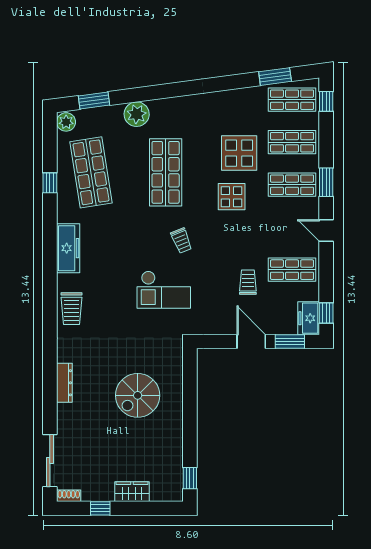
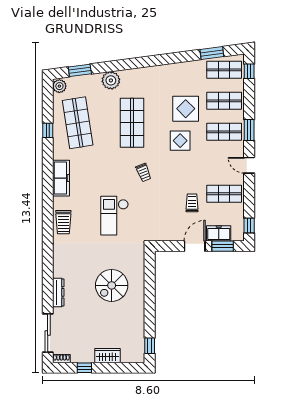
checkout: (164, 290) -> (114, 216), moved, turned 90
freezer: (309, 318) -> (219, 233), moved, turned 90
door: (251, 342) -> (195, 246), hinge flipped
dresser: (64, 383) -> (58, 292), moved

